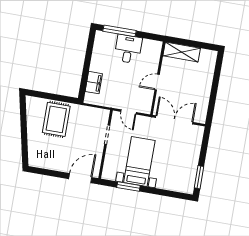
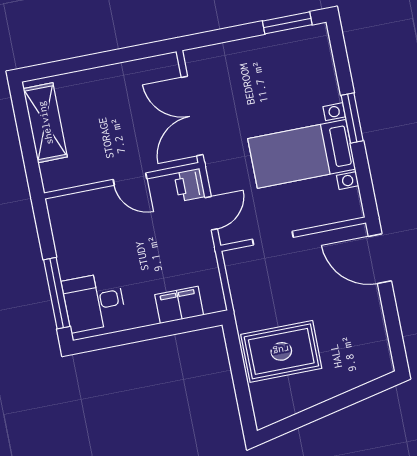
desk: (128, 49) -> (94, 302), moved
shelving: (182, 52) -> (45, 123), moved
printer: (145, 107) -> (190, 185), added
window: (128, 186) -> (352, 118), moved

